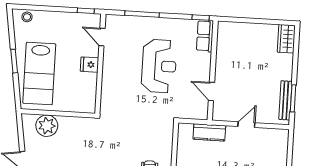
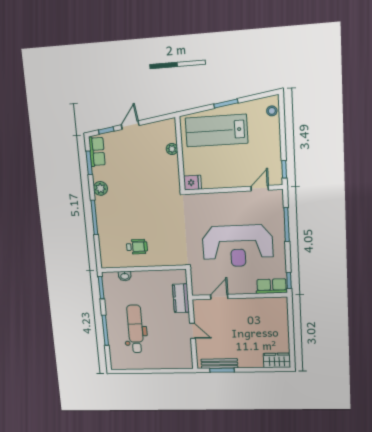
fridge: (89, 65) -> (192, 183), moved, turned 90
reception desk: (159, 66) -> (238, 246), width x1.36, depth x1.30
plant: (47, 126) -> (172, 149), width x0.53, depth x0.53

